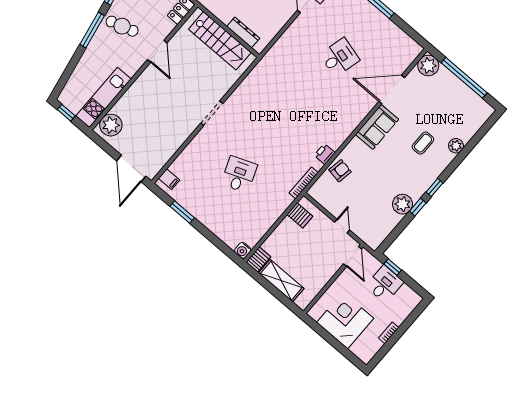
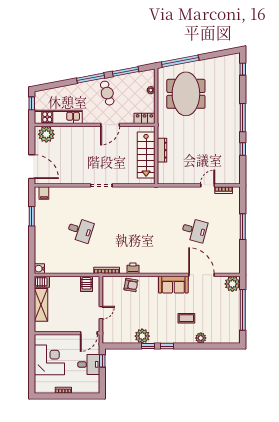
dresser: (243, 32) -> (162, 150), moved
door: (131, 168) -> (32, 167), swing flipped
desk: (239, 175) -> (80, 230), turned 39

